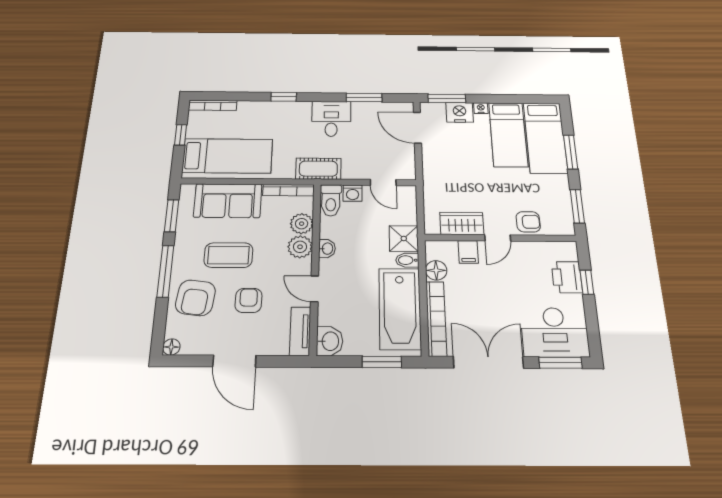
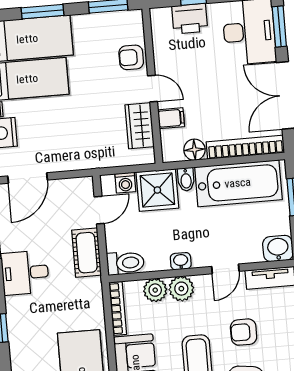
cot: (318, 169) -> (87, 253), moved
washing machine: (353, 193) -> (125, 183), moved, turned 90
armchair: (528, 222) -> (131, 57), turned -89
shower: (404, 238) -> (157, 190), width x1.36, depth x1.36

